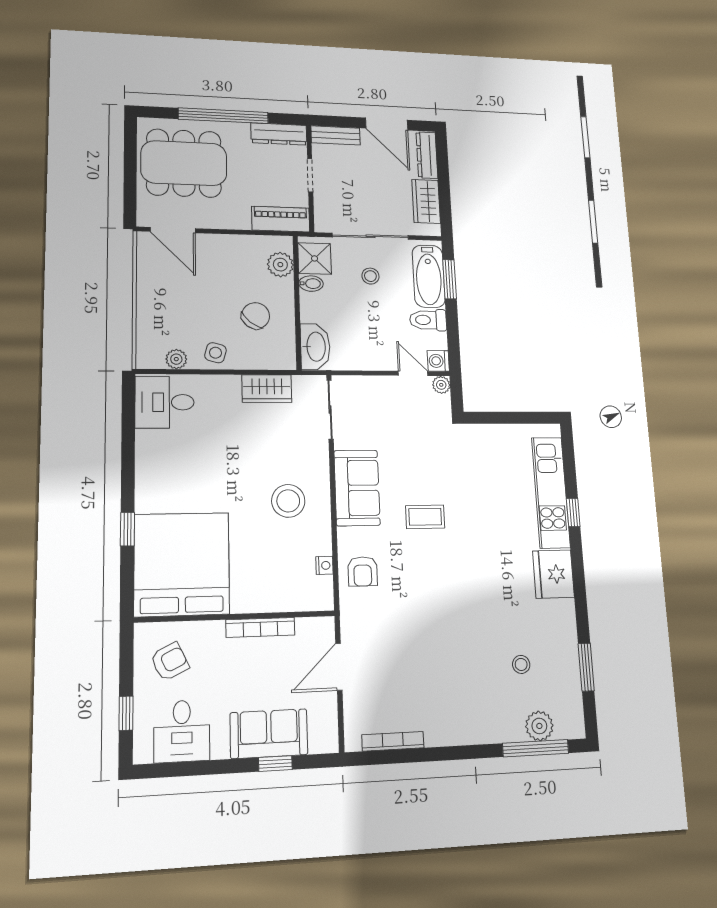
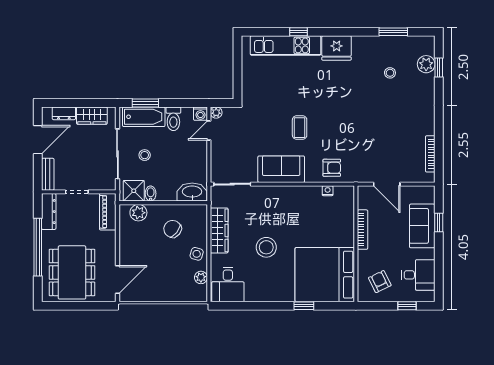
dresser: (427, 155) -> (64, 113), width x0.70
wardrobe: (267, 389) -> (219, 230), width x1.50
stool: (288, 501) -> (266, 247), moved
window: (536, 748) -> (439, 68), width x0.46

